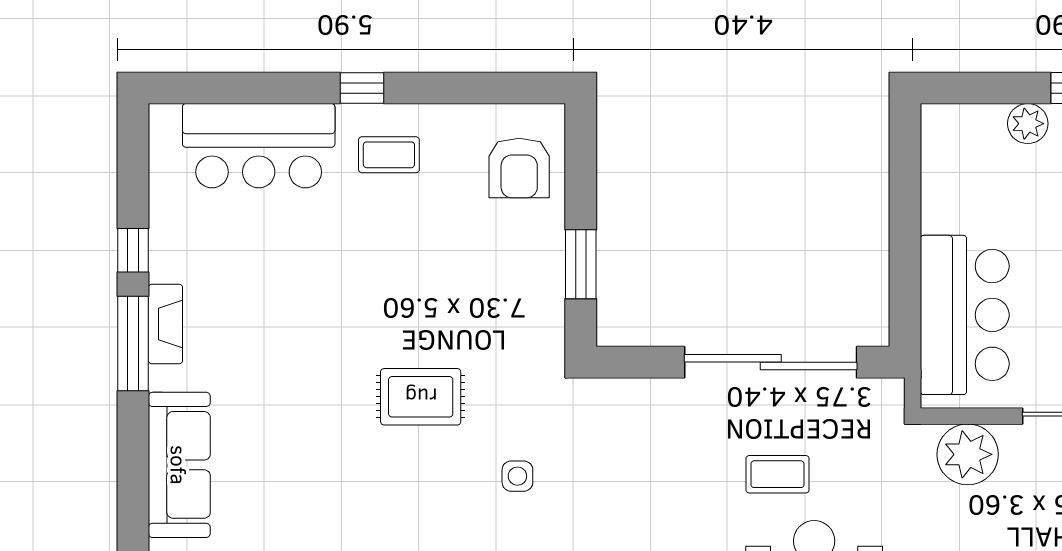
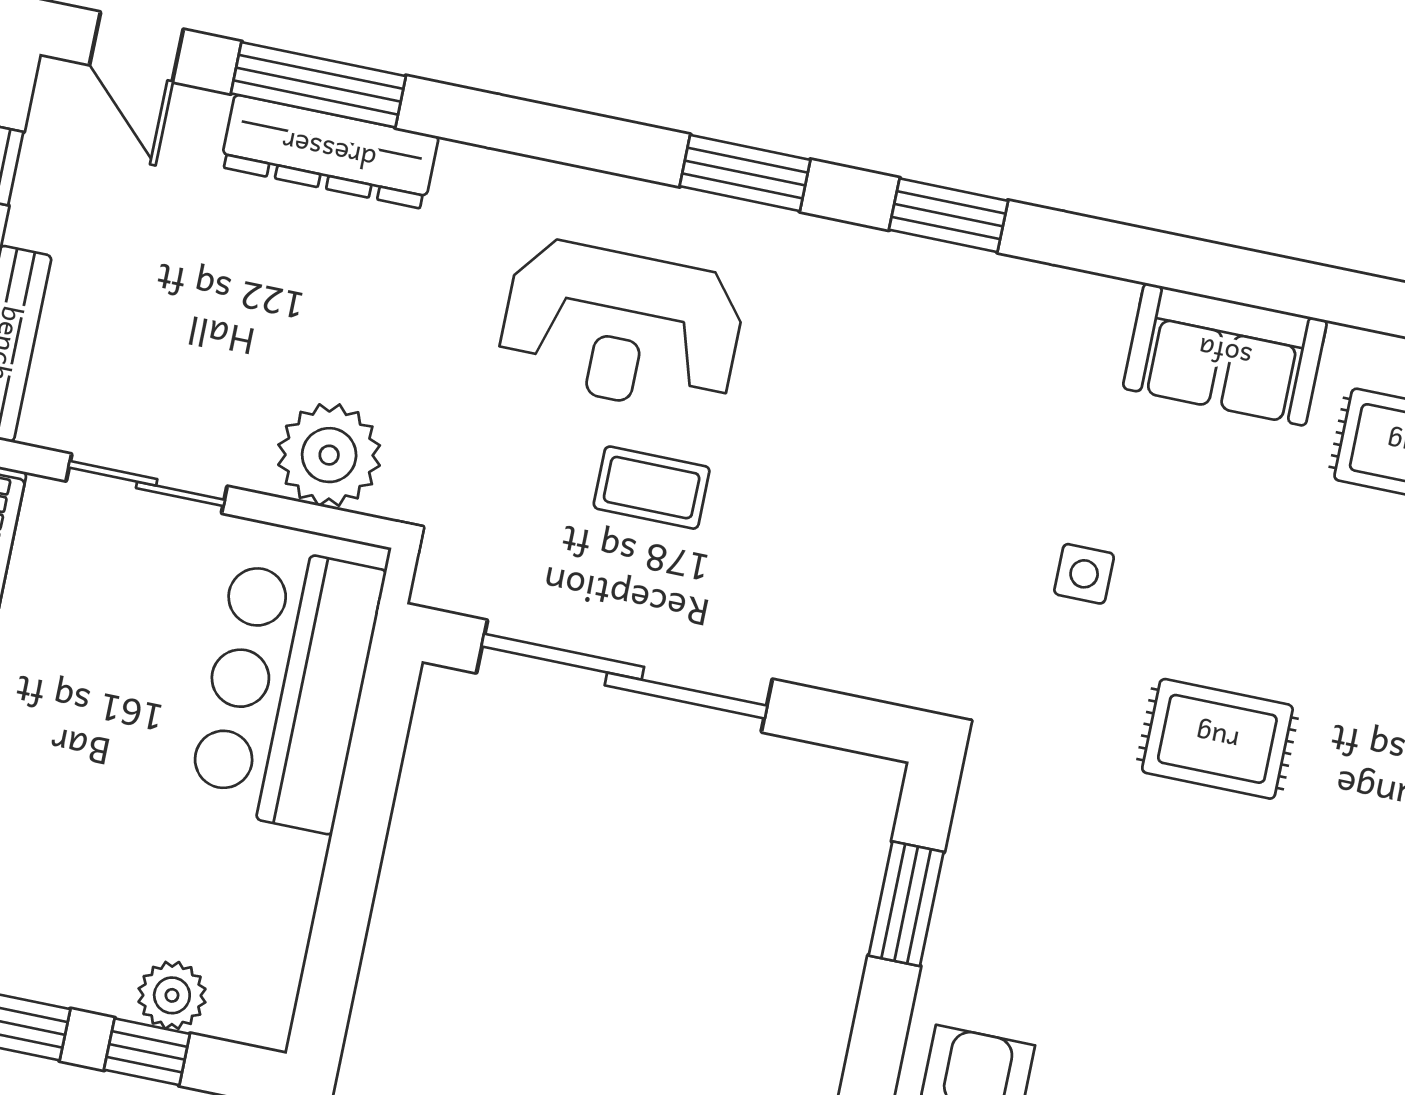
window: (1001, 88) -> (147, 1052), added
plant: (1028, 124) -> (172, 995), moved

